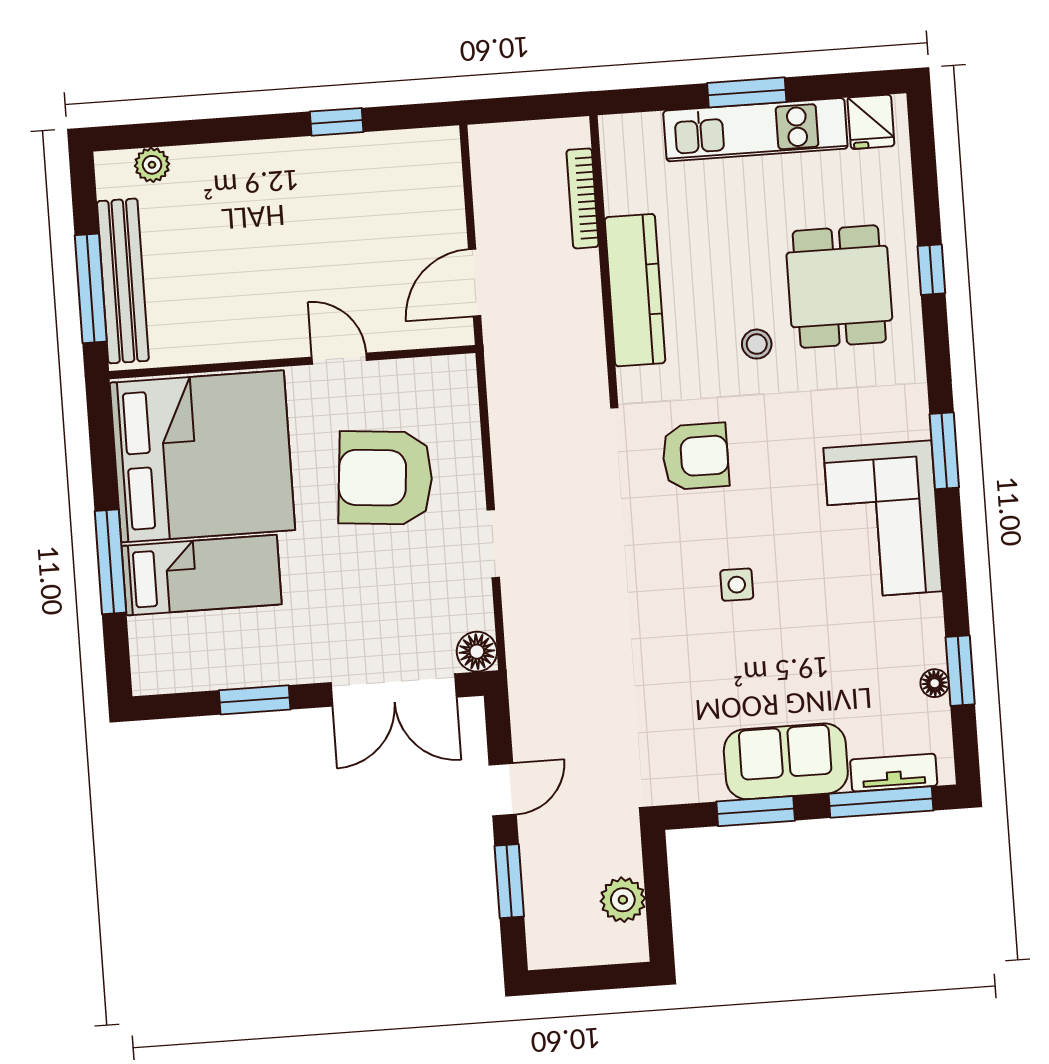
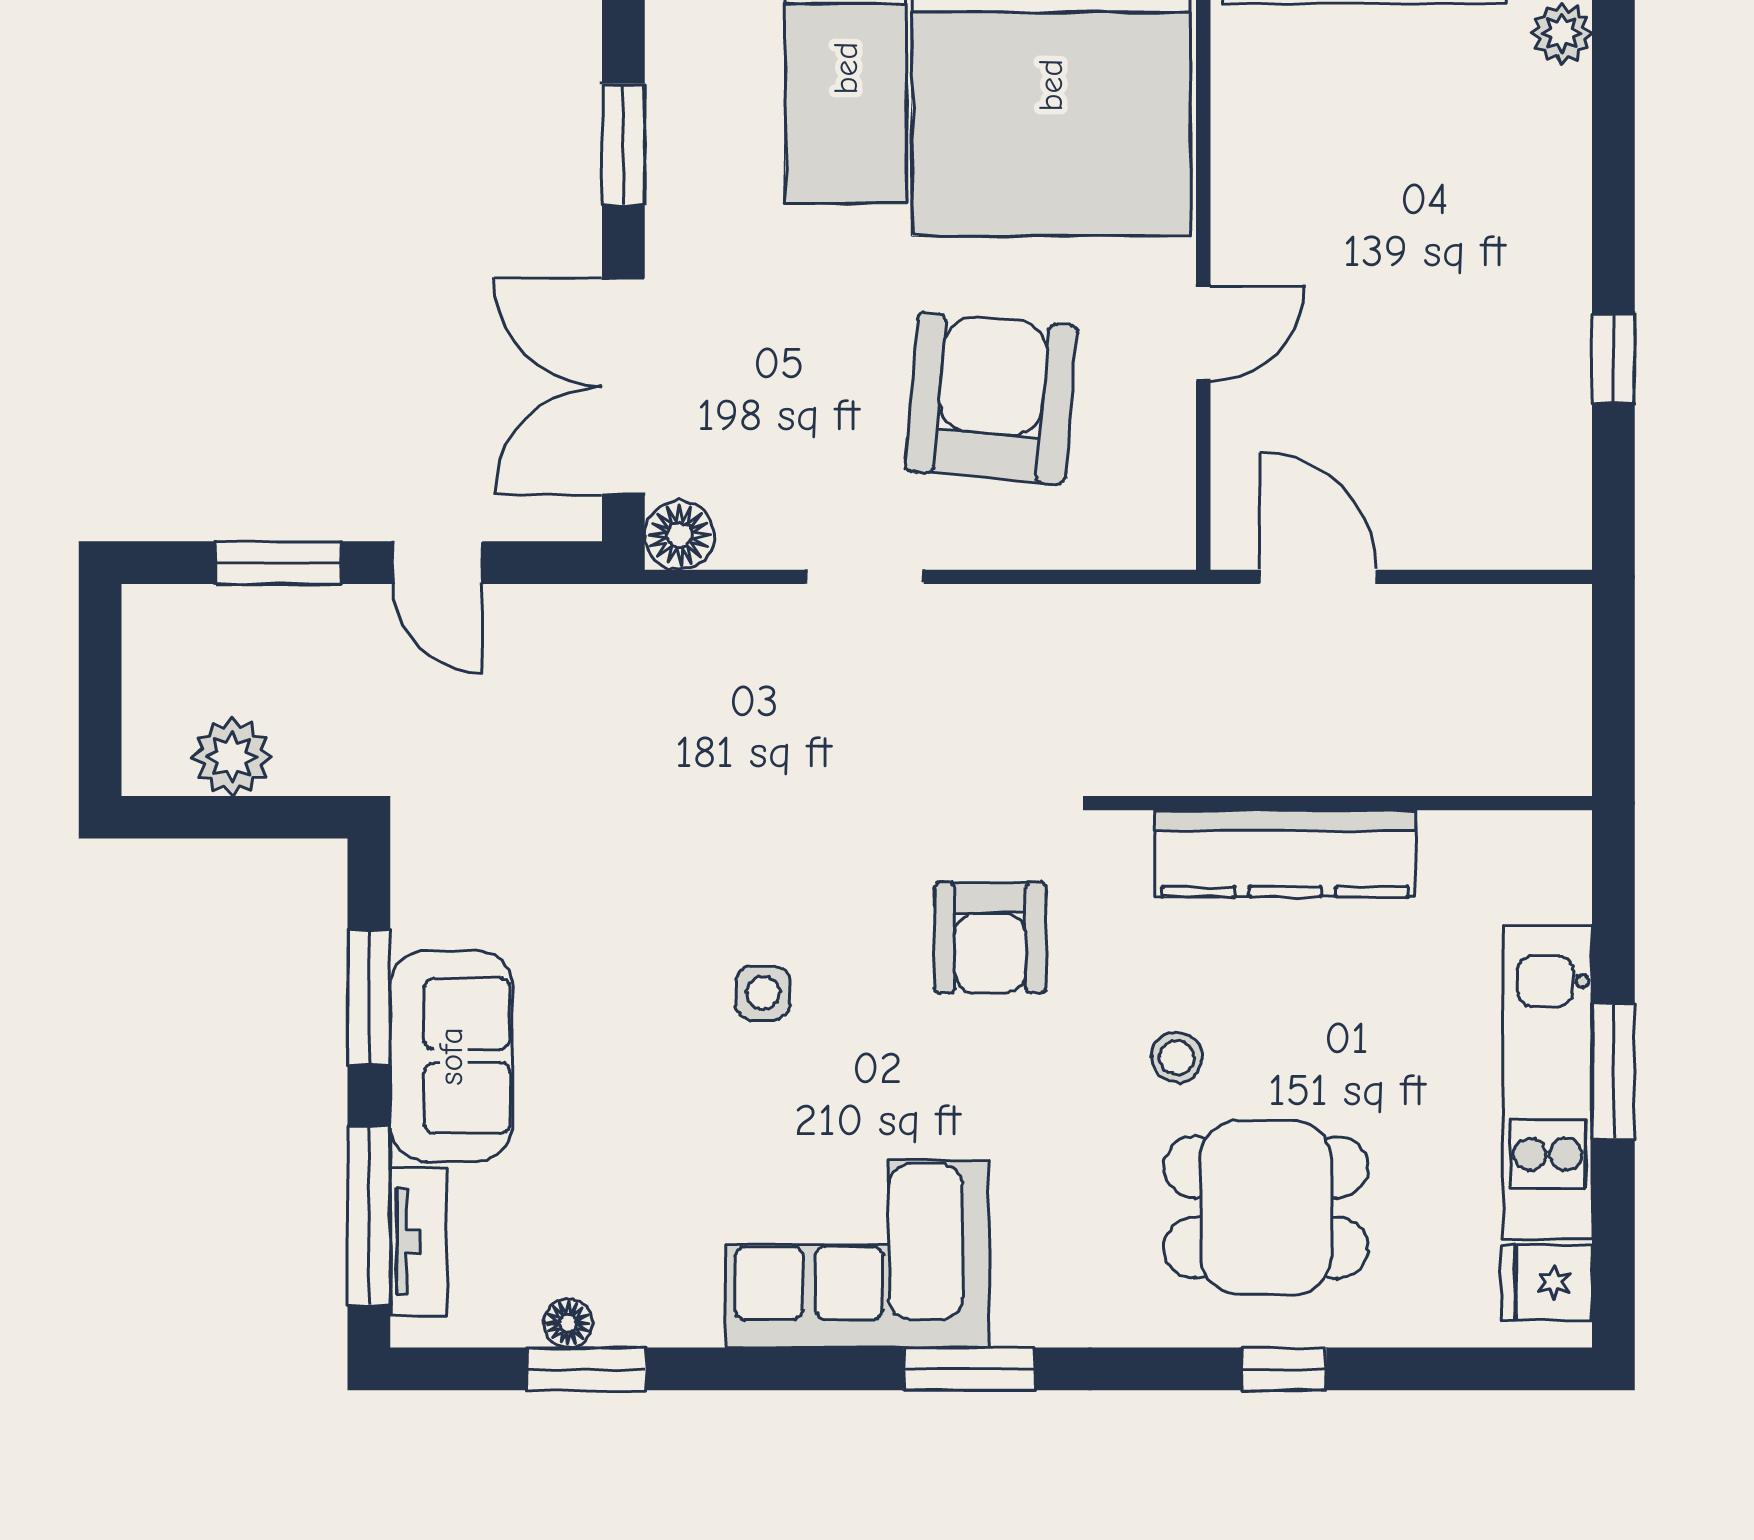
bookcase: (582, 198) -> (1450, 774), removed

